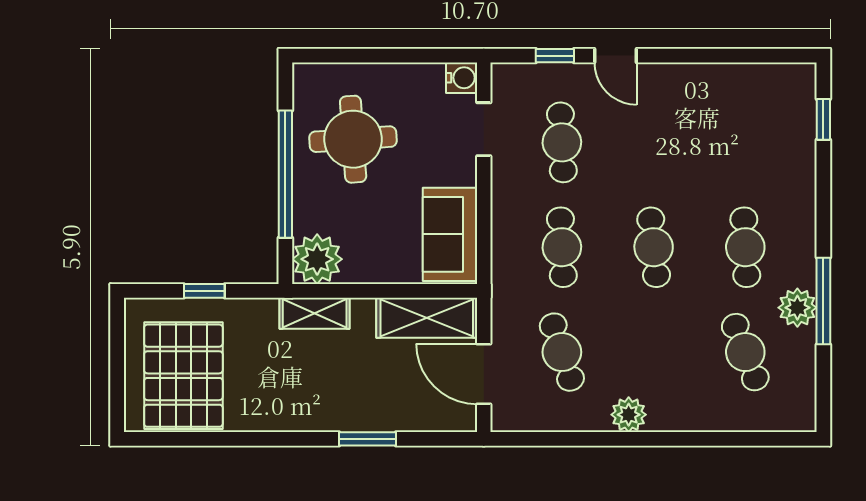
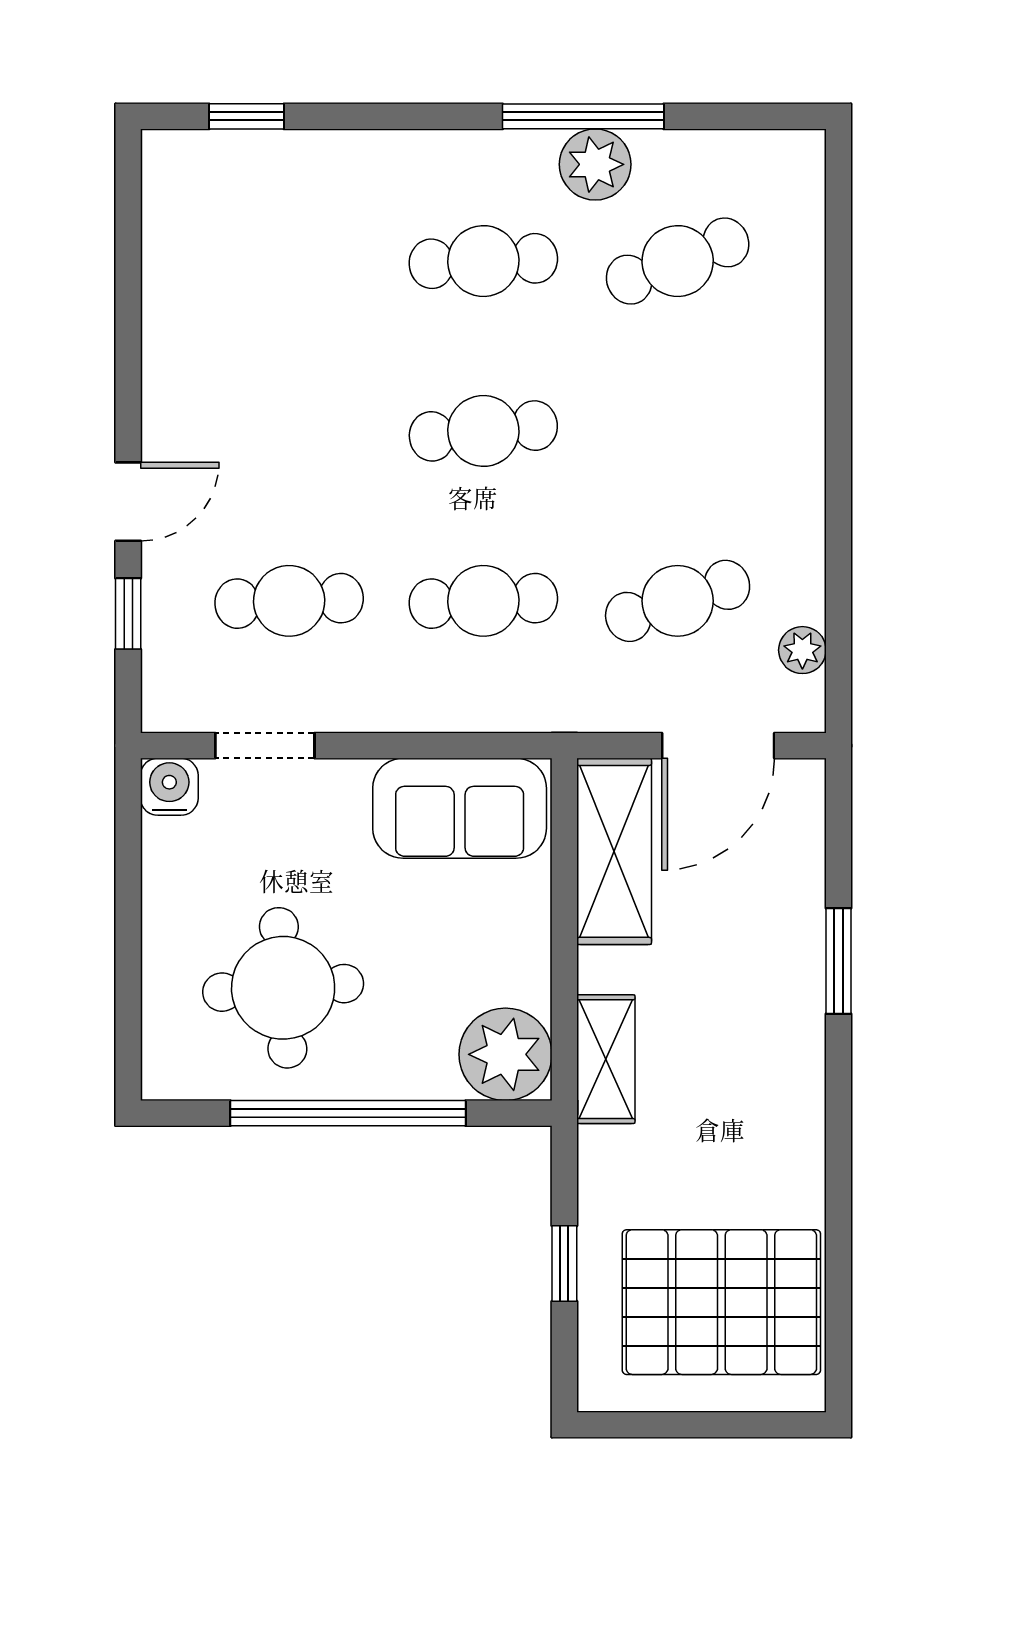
plant: (629, 415) -> (802, 650), moved, width x0.73, depth x0.73

